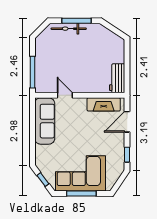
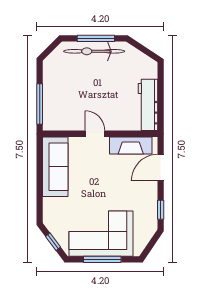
bicycle: (69, 29) -> (94, 51), width x1.37, depth x1.40
workbench: (117, 78) -> (148, 105), width x1.38
door: (65, 95) -> (95, 134), moved

